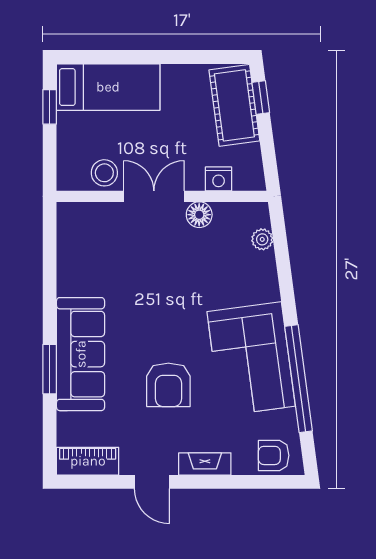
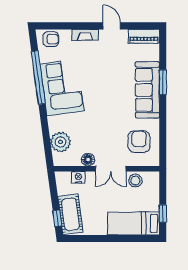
plant: (262, 239) -> (61, 142), width x1.88, depth x1.88
armchair: (168, 385) -> (139, 142), moved

